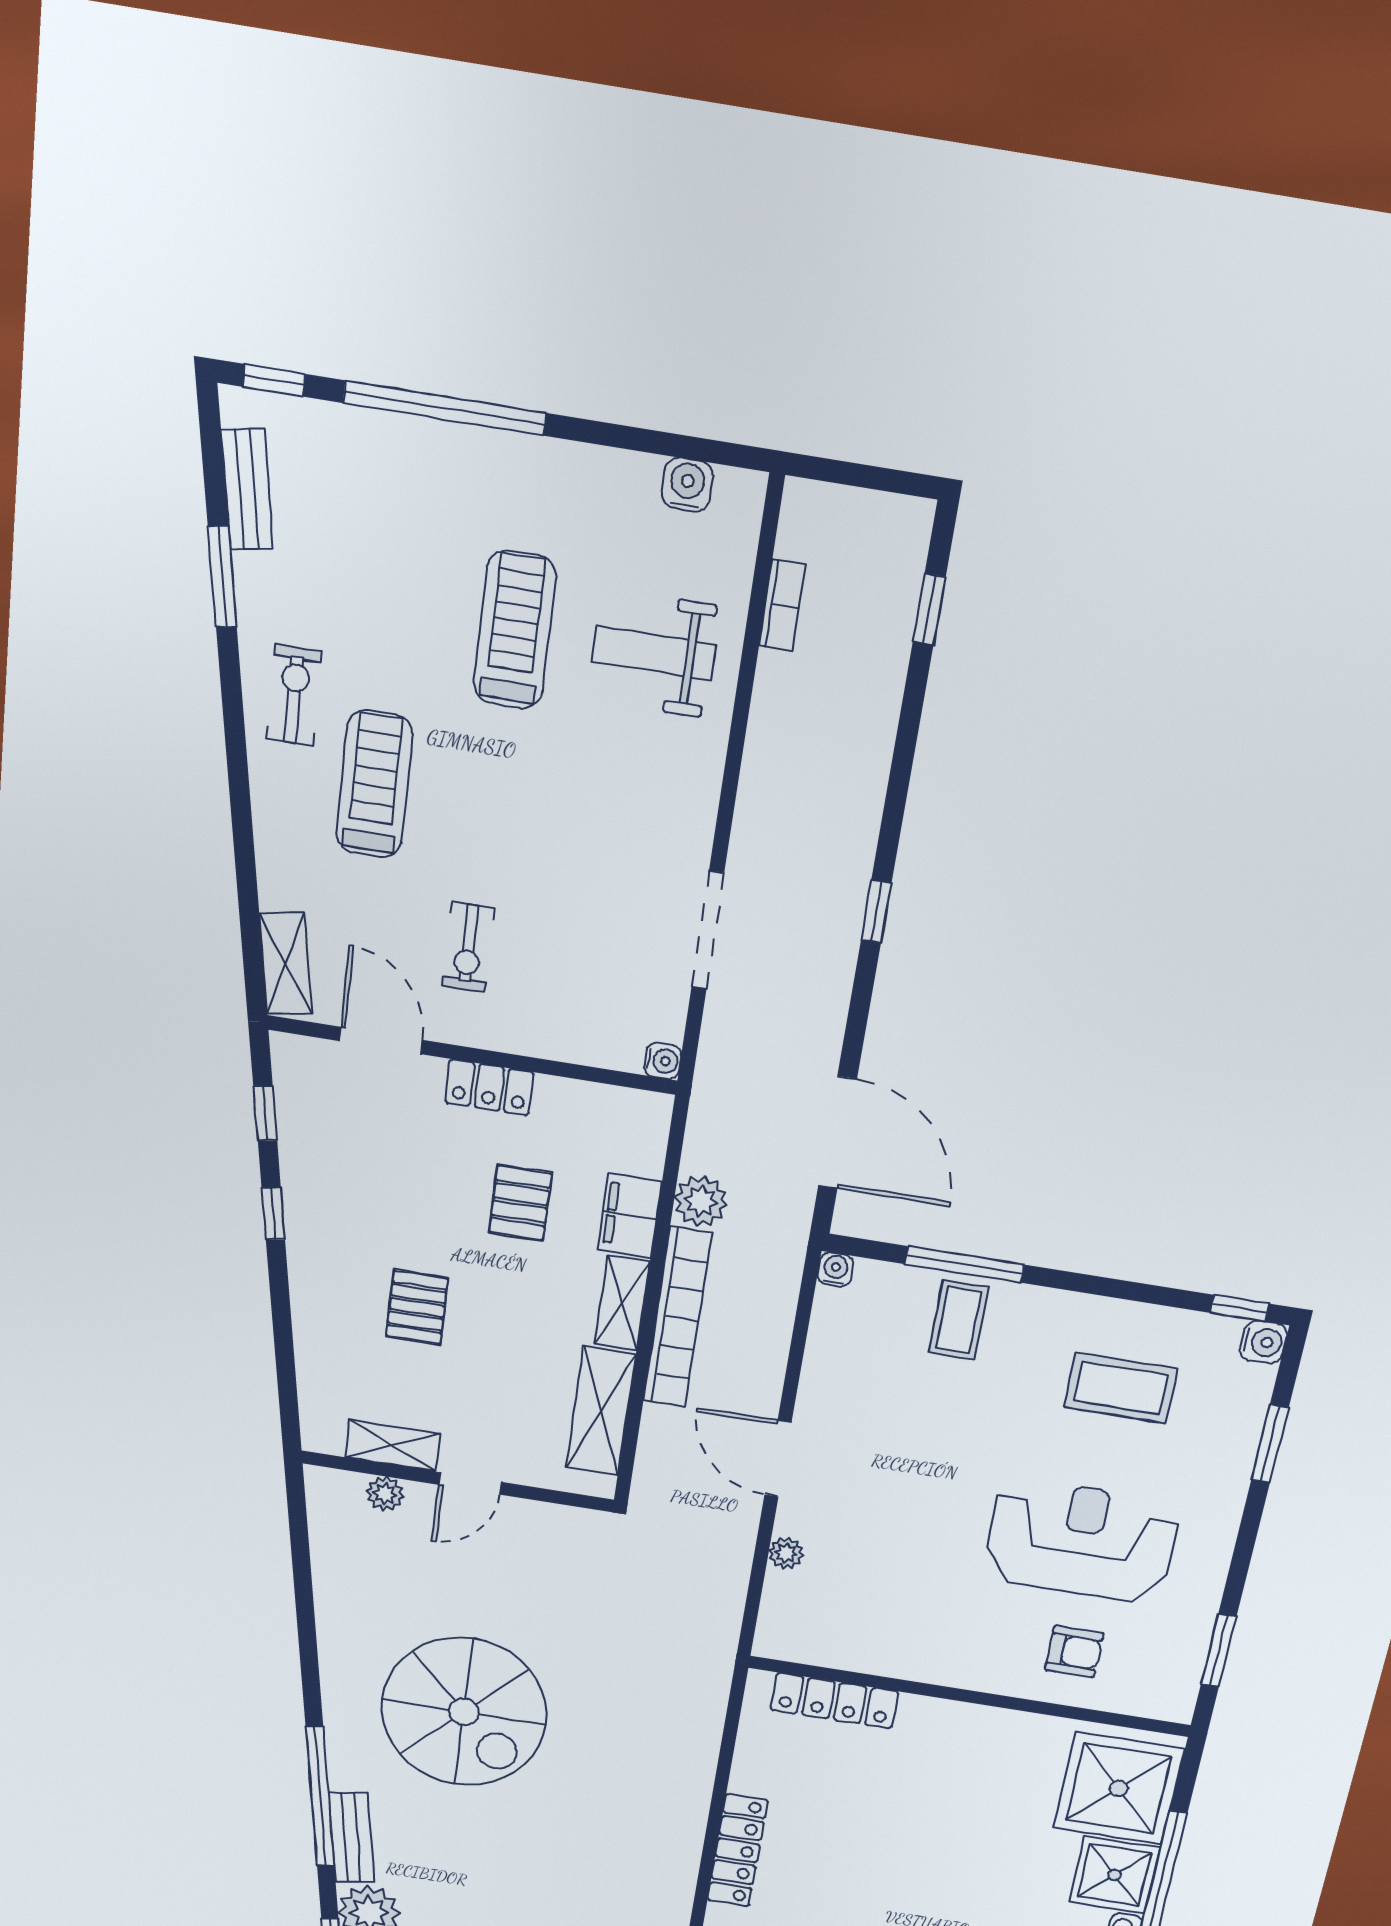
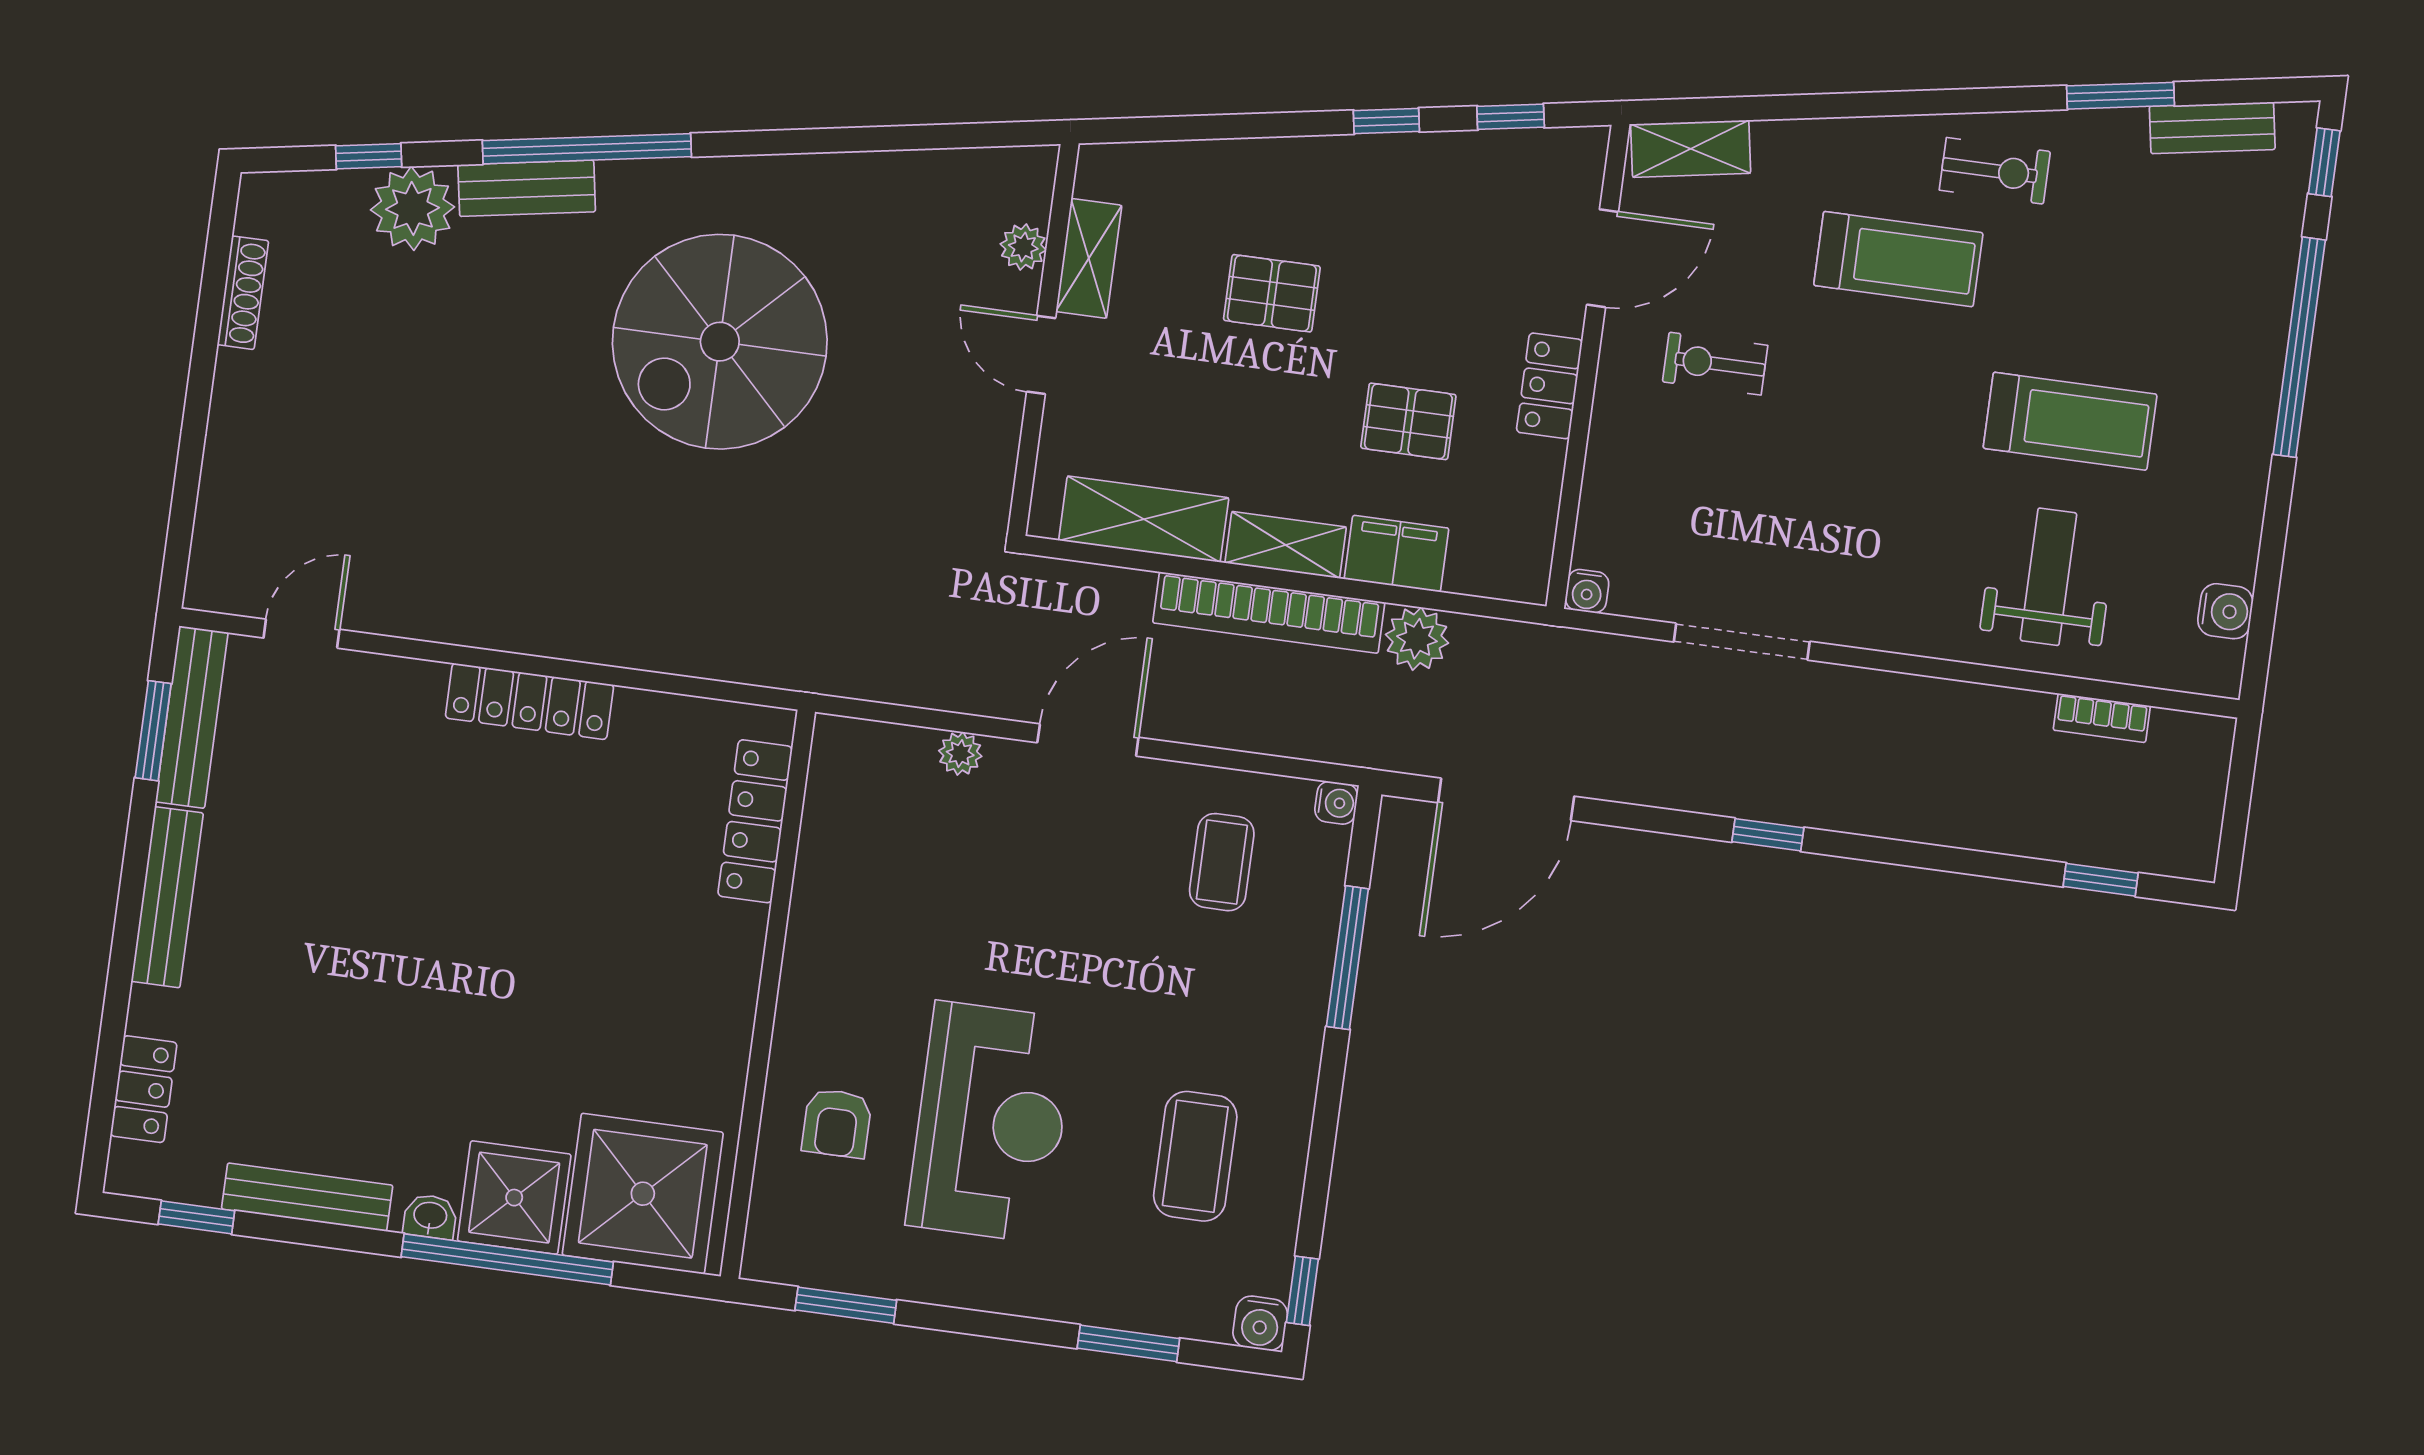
coffee table: (959, 1320) -> (1222, 862), moved, turned 90

